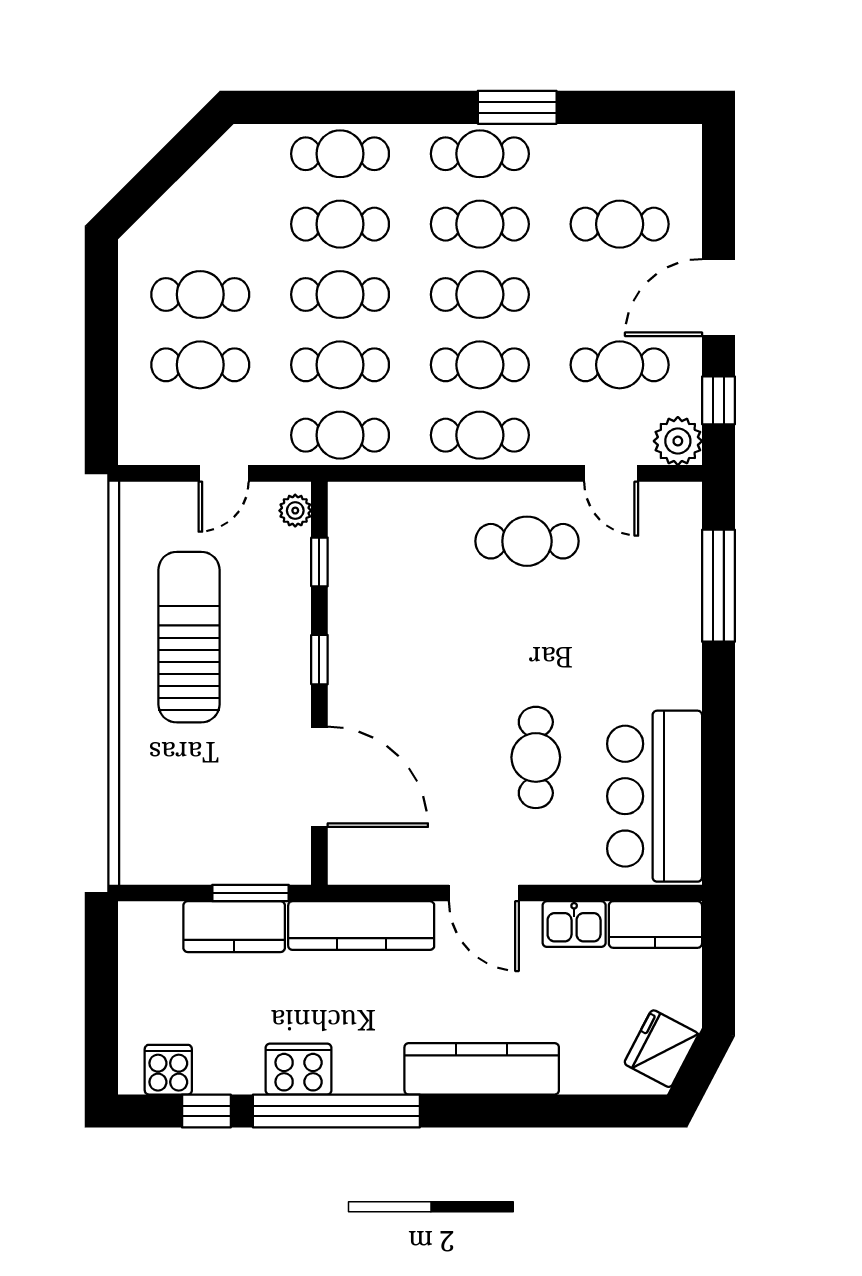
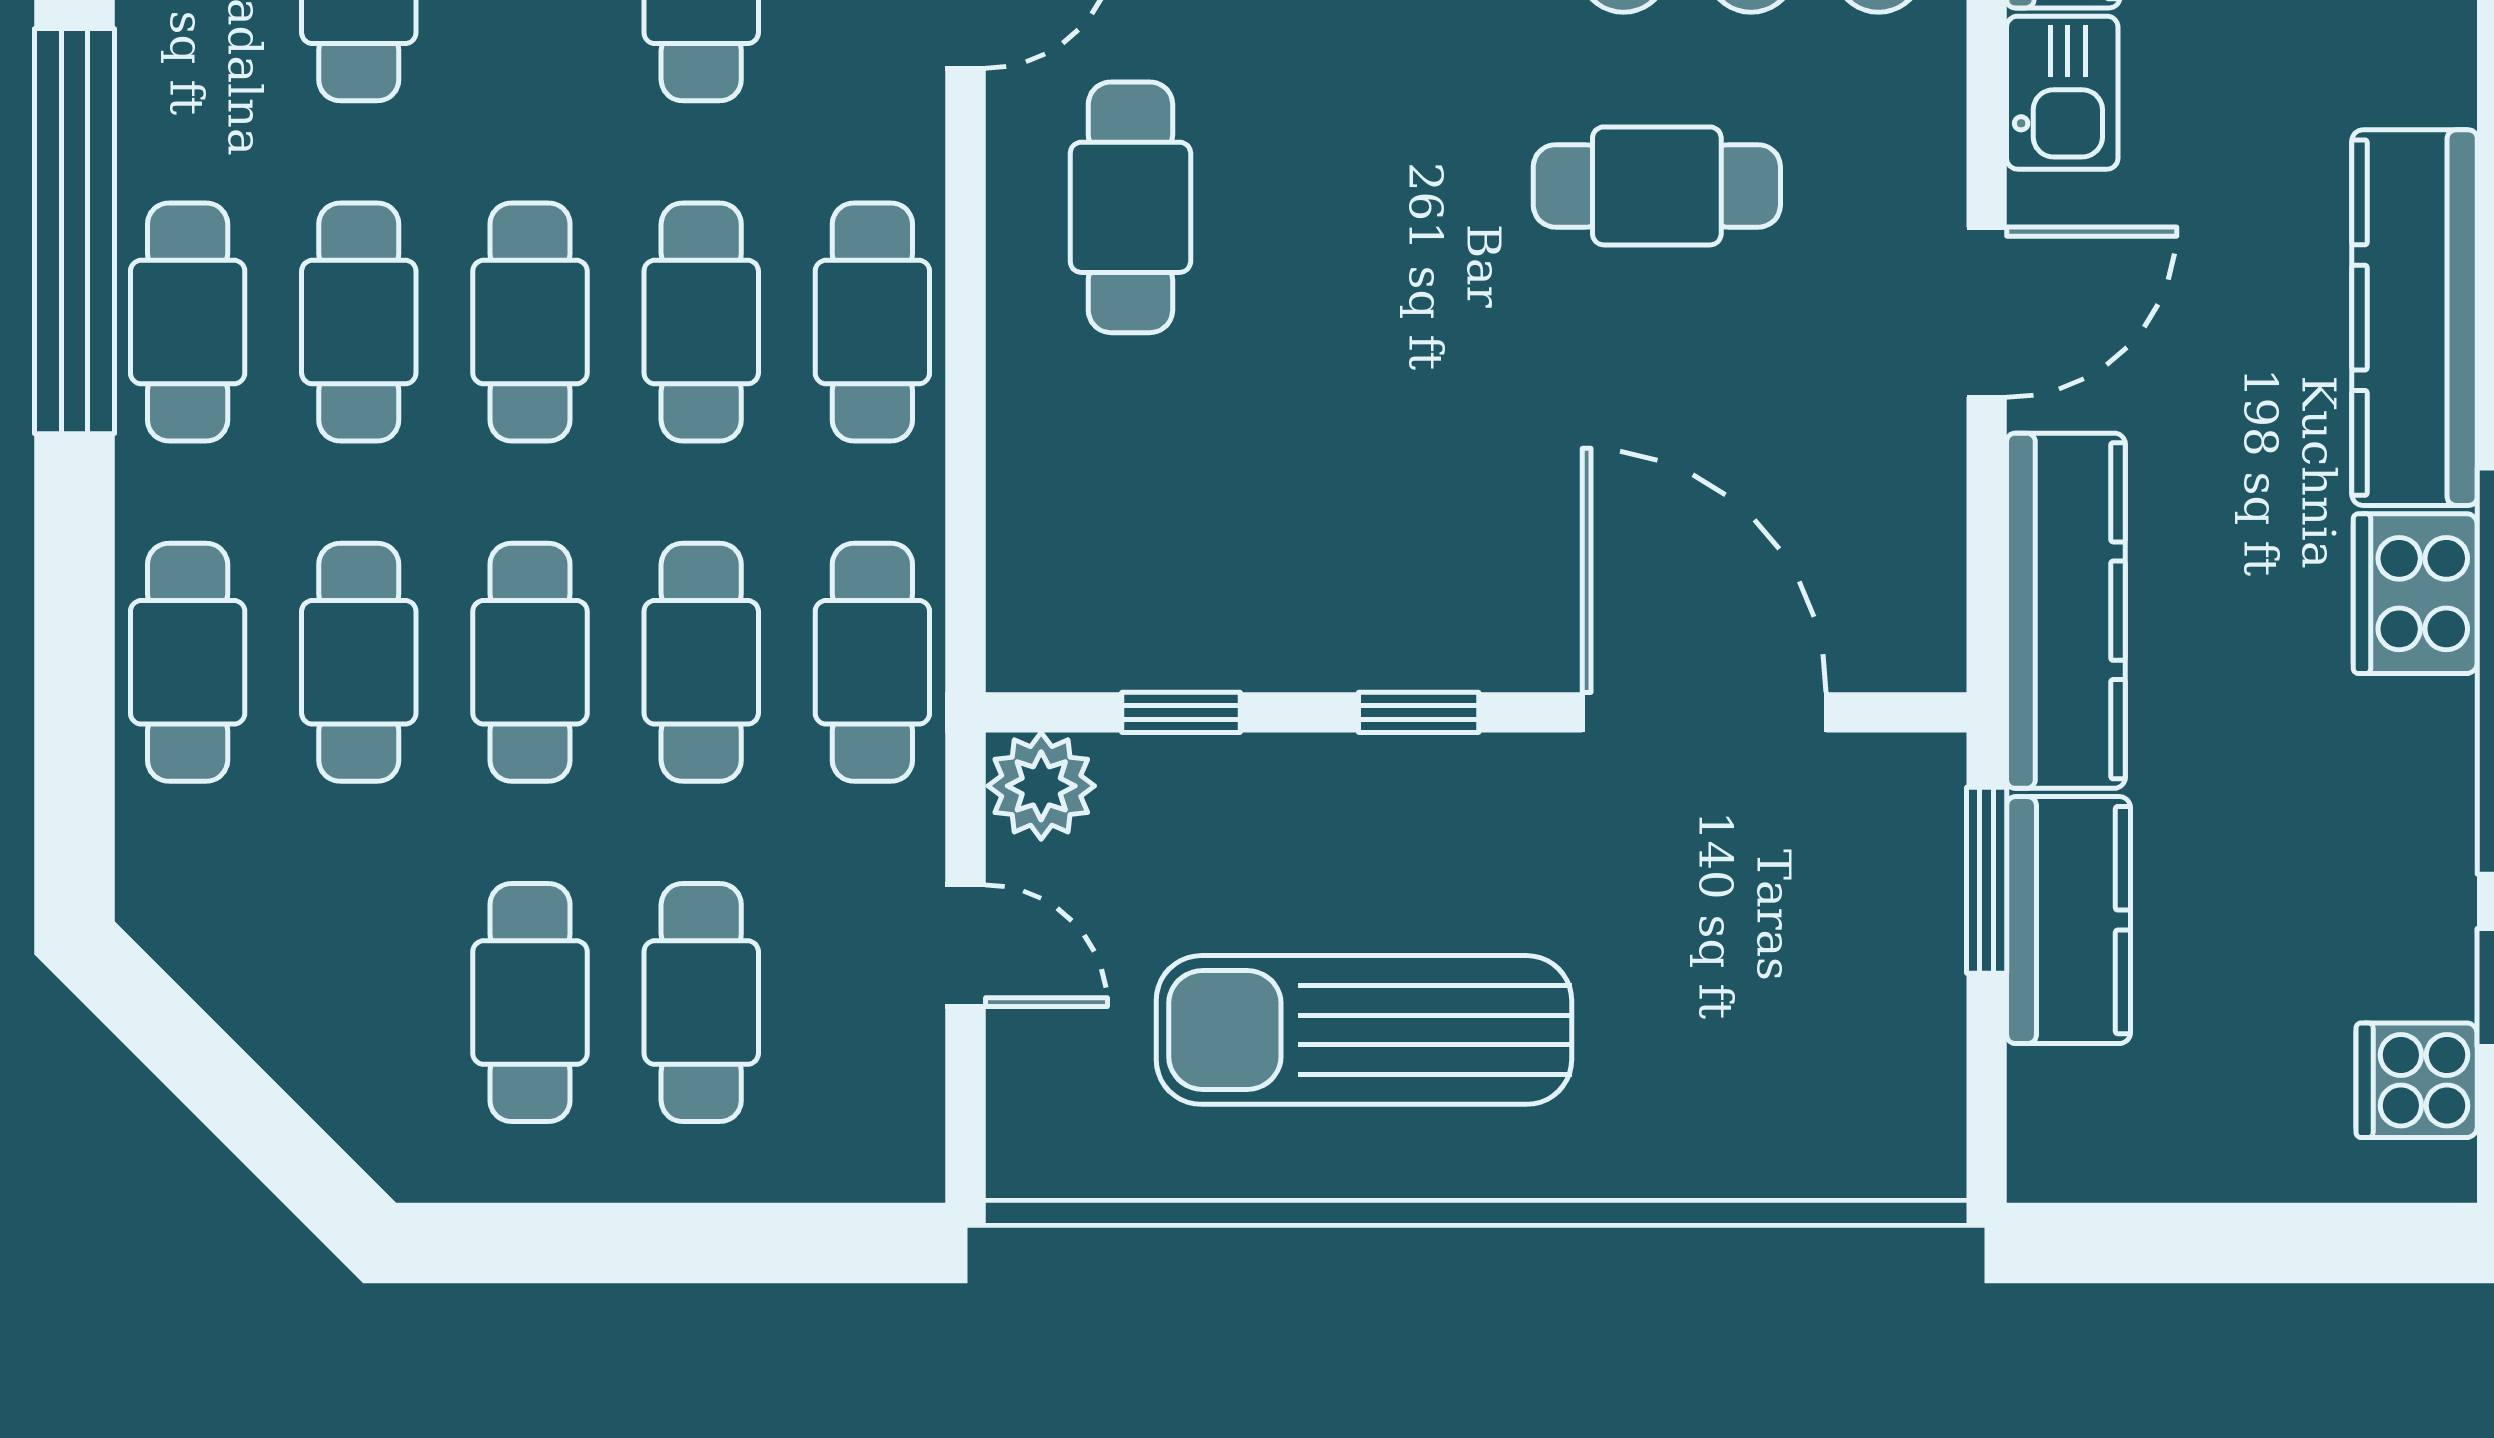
window: (517, 107) -> (74, 231), width x2.11
plant: (295, 511) -> (1041, 786), width x1.38, depth x1.38
door: (319, 777) -> (1704, 712), hinge flipped
cooker: (299, 1069) -> (2415, 594), moved

